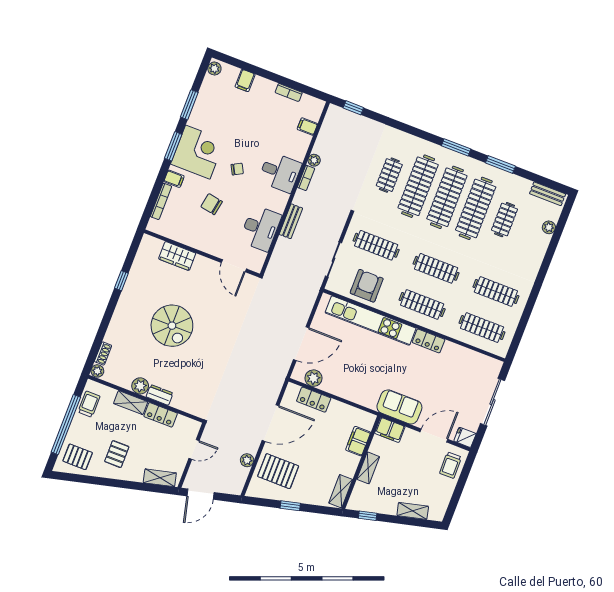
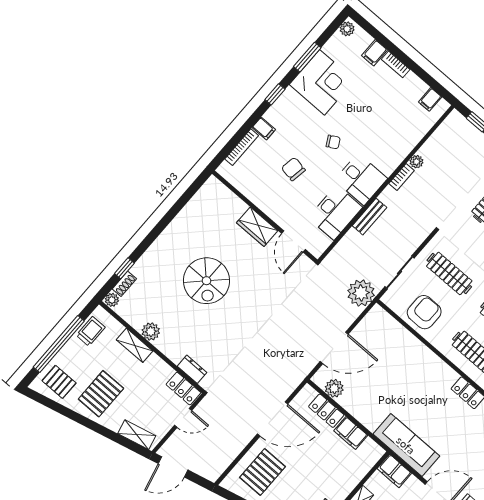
bookcase: (289, 92) -> (396, 64), moved
filing cabinet: (307, 127) -> (430, 99), moved, turned -90
window: (173, 146) -> (275, 94), width x0.67
corner desk: (198, 152) -> (322, 82), moved
desk: (280, 172) -> (361, 179), moved
wardrobe: (177, 256) -> (257, 227), moved
window: (121, 281) -> (124, 268), moved
kitchen unit: (371, 321) -> (415, 350), removed
dresser: (160, 395) -> (192, 369), moved
sofa: (399, 407) -> (406, 445), width x1.36
locker: (161, 415) -> (183, 389), moved
filing cabinet: (358, 441) -> (351, 433), moved, turned -90
pallet: (117, 454) -> (101, 394), width x1.50, depth x1.42
plant: (247, 460) -> (361, 293), moved, width x1.87, depth x1.87
pallet: (278, 471) -> (262, 472), turned 90

